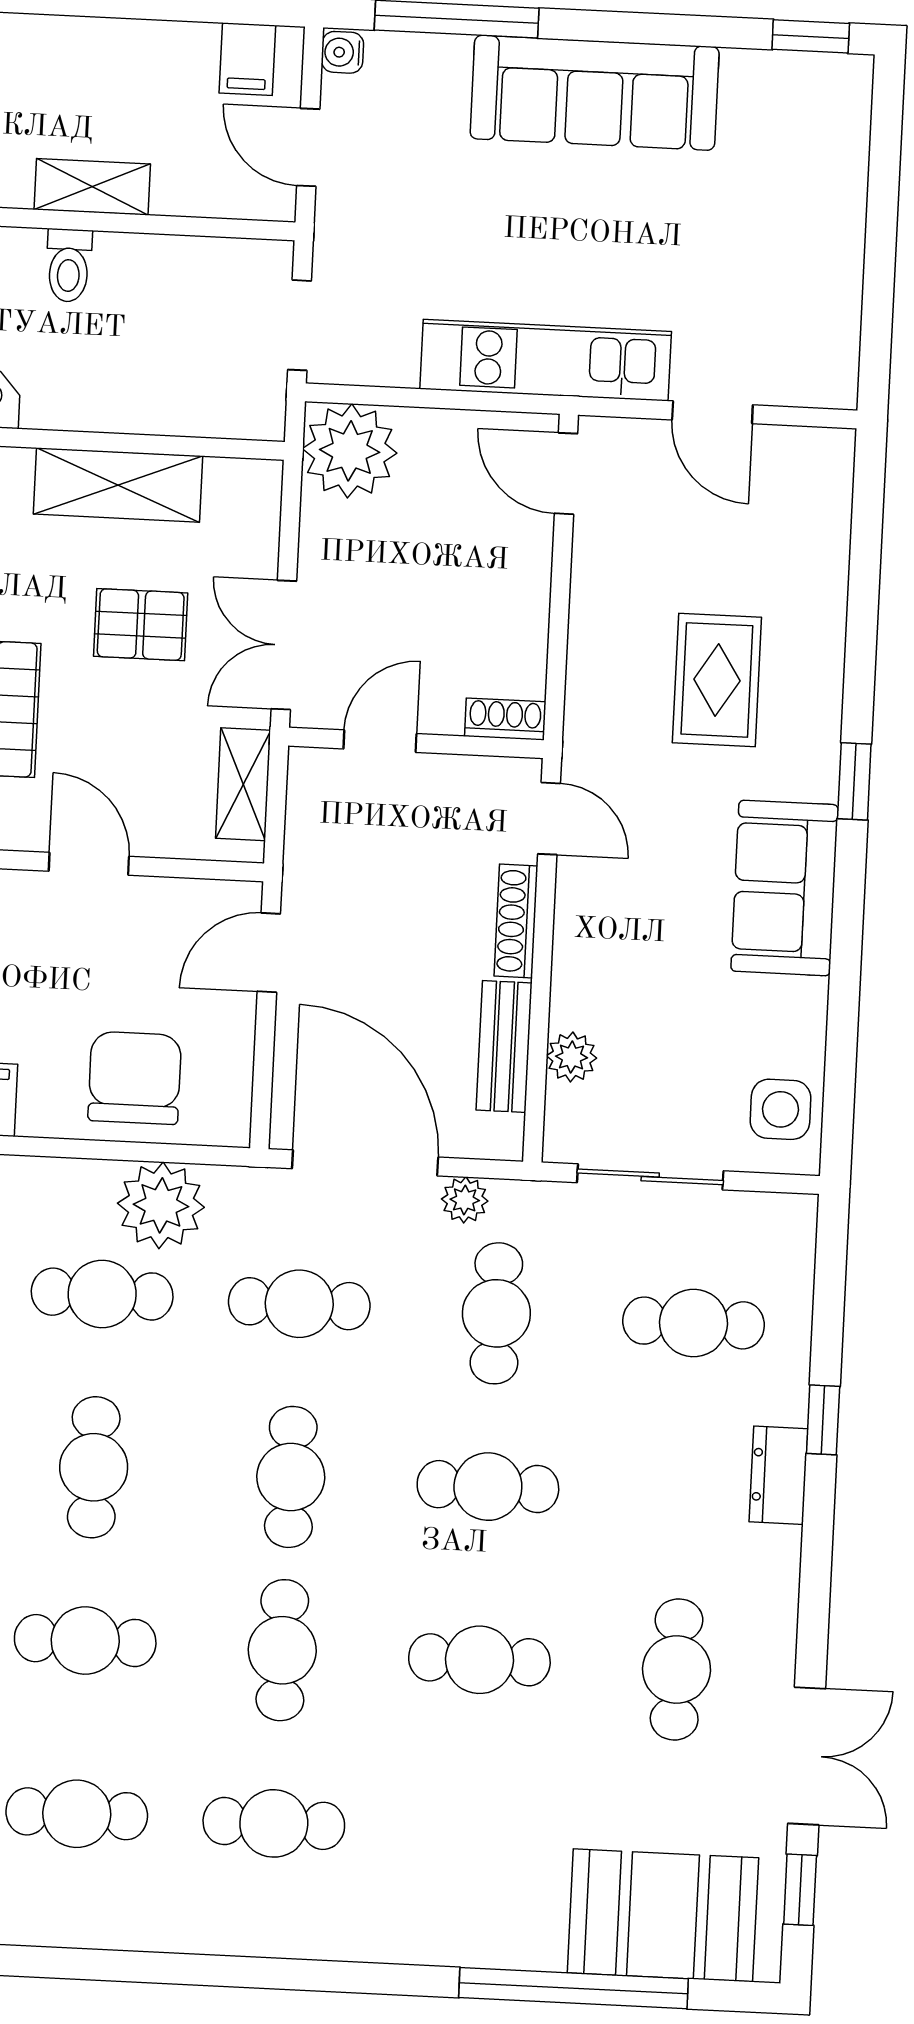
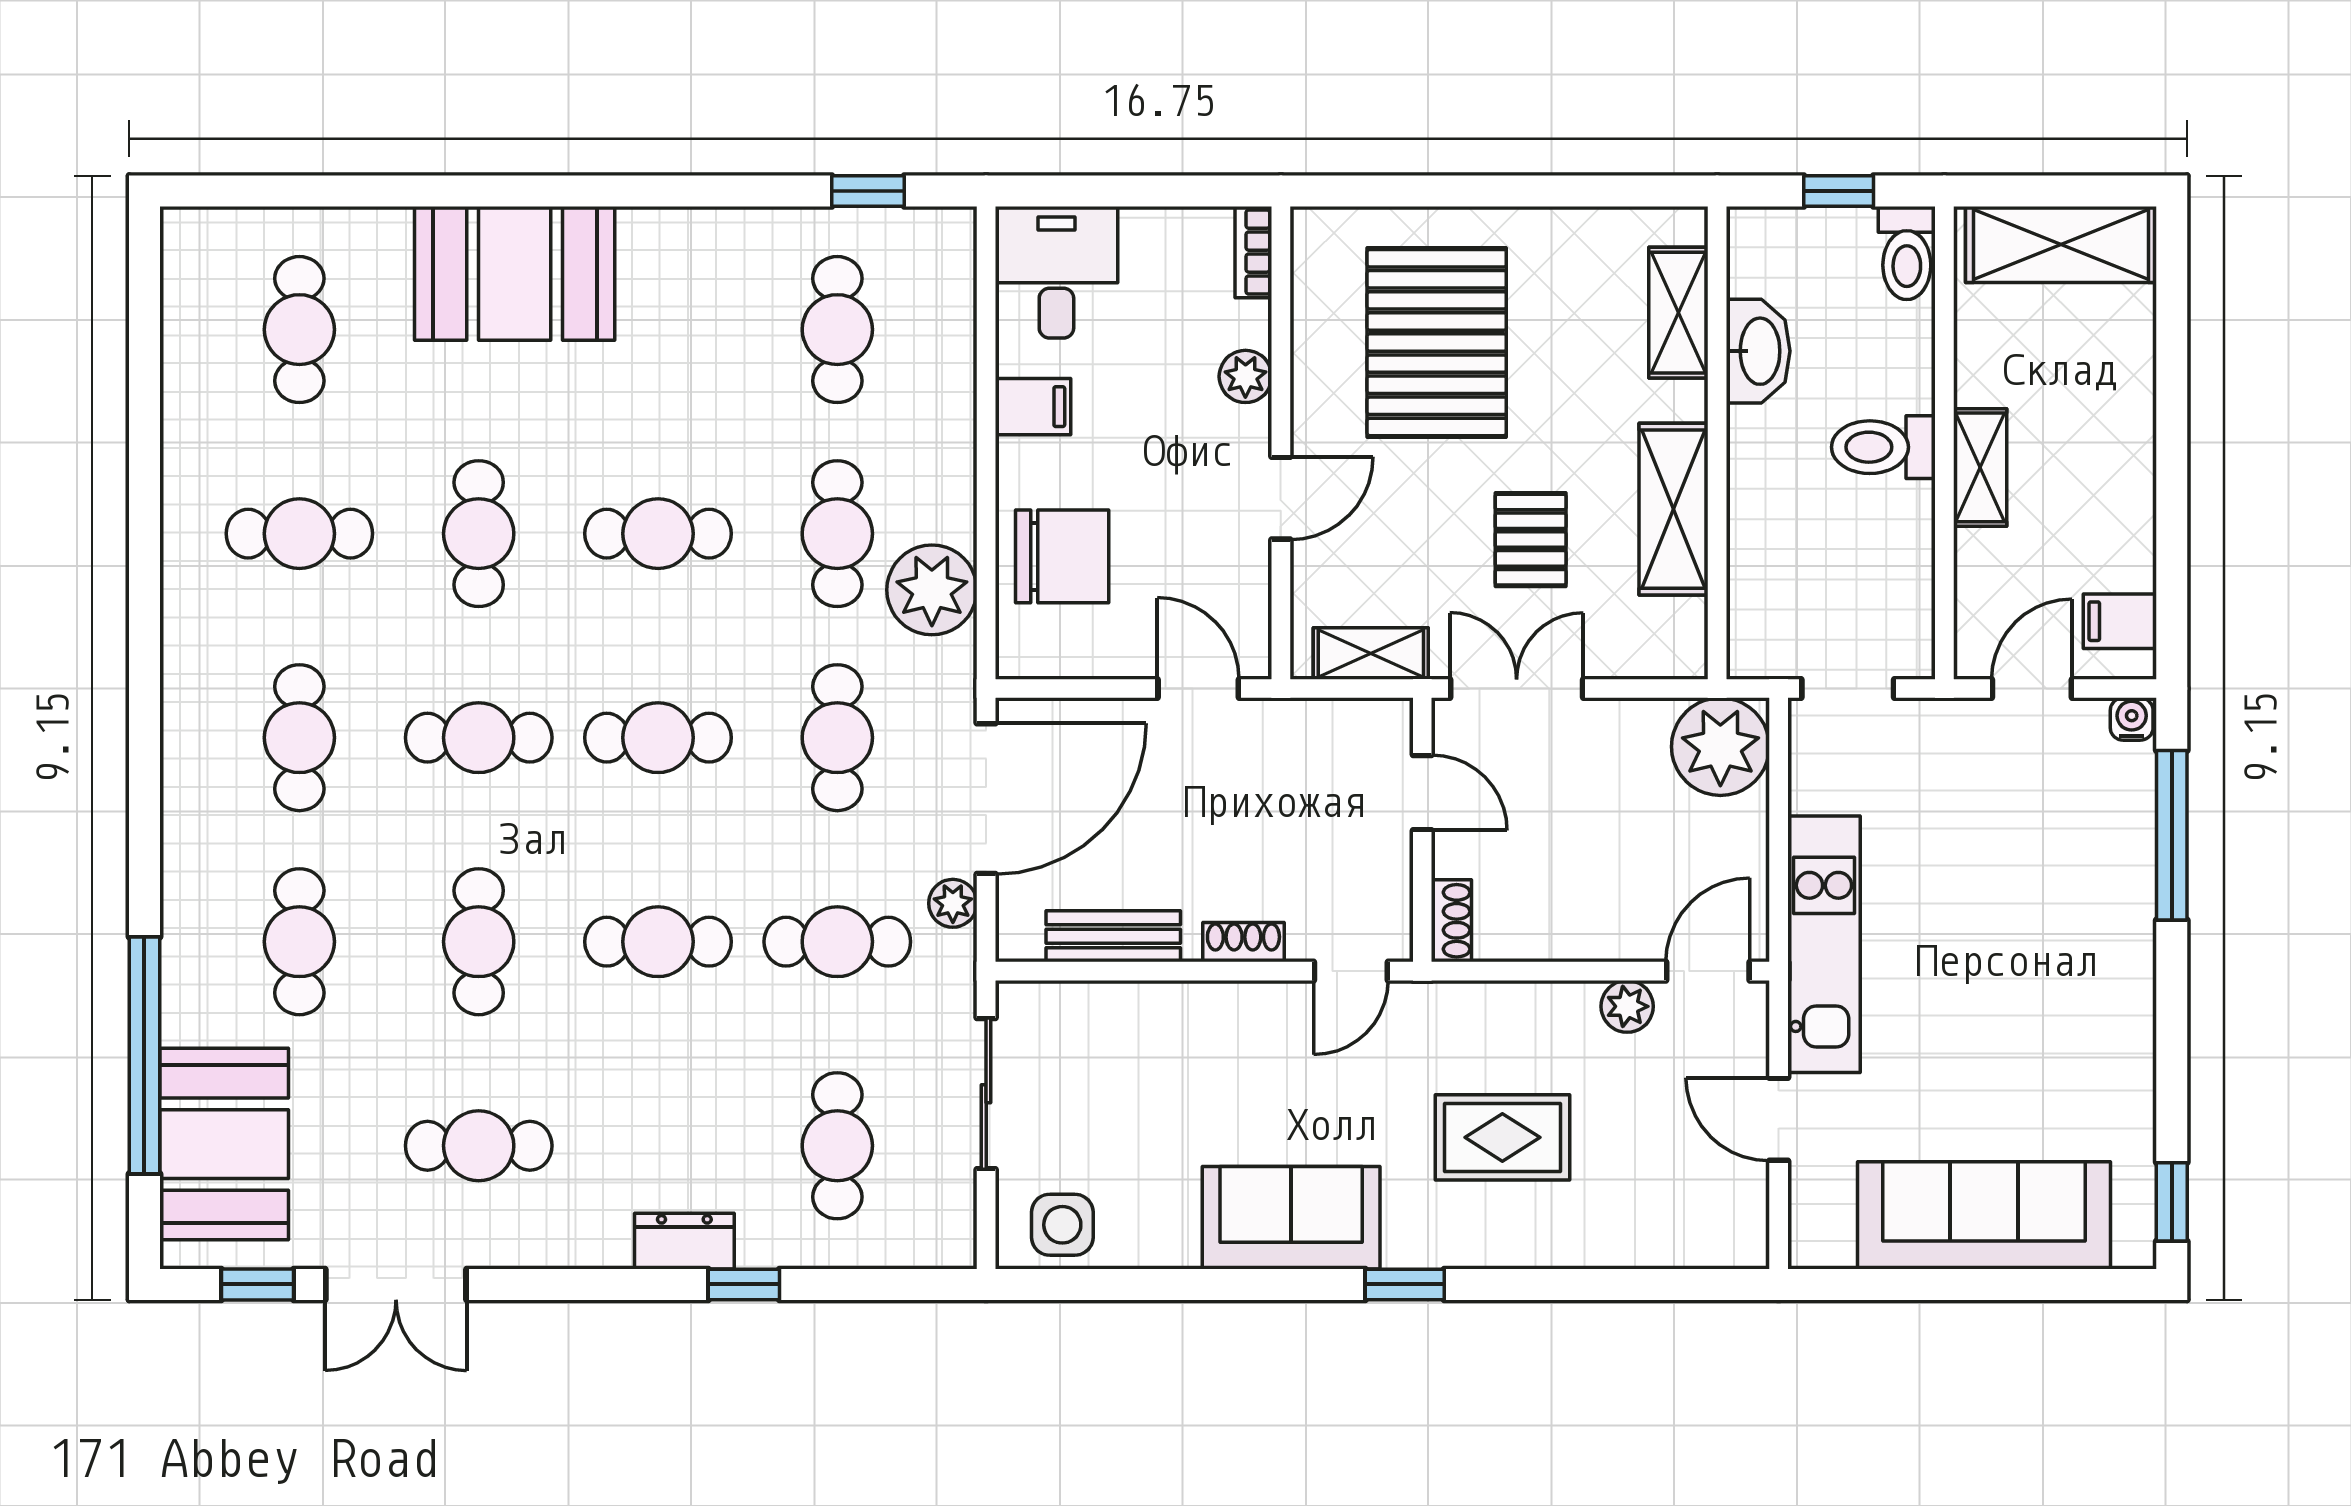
sofa: (595, 93) -> (1984, 1215), moved, turned 90
toilet: (69, 265) -> (1883, 447), width x1.37, depth x1.39
door: (712, 412) -> (1779, 1119), hinge flipped
shoe rack: (516, 921) -> (1243, 942), width x0.70
plant: (572, 1057) -> (1627, 1006), moved
cafe table: (488, 1487) -> (658, 942), turned 90
cafe table: (77, 1814) -> (299, 534), turned 90
cafe table: (471, 1833) -> (299, 942), added

